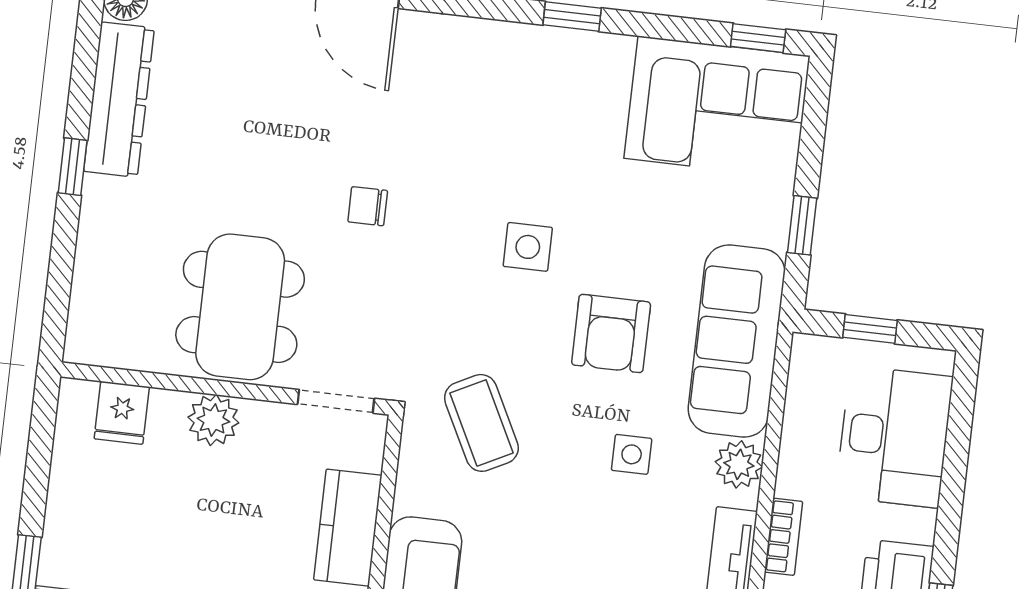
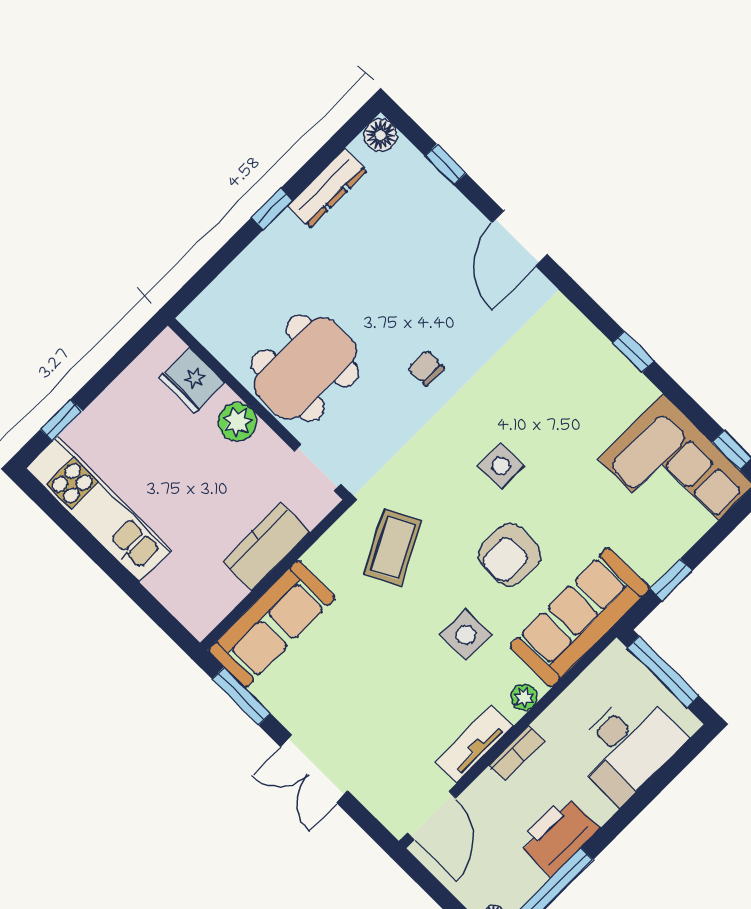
dresser: (119, 100) -> (327, 188), width x0.73, depth x0.80
window: (870, 329) -> (663, 672), width x2.17
fridge: (122, 413) -> (192, 380), width x1.38
side table: (632, 454) -> (466, 635), width x1.37, depth x1.37
plant: (739, 464) -> (524, 697), width x0.73, depth x0.73

